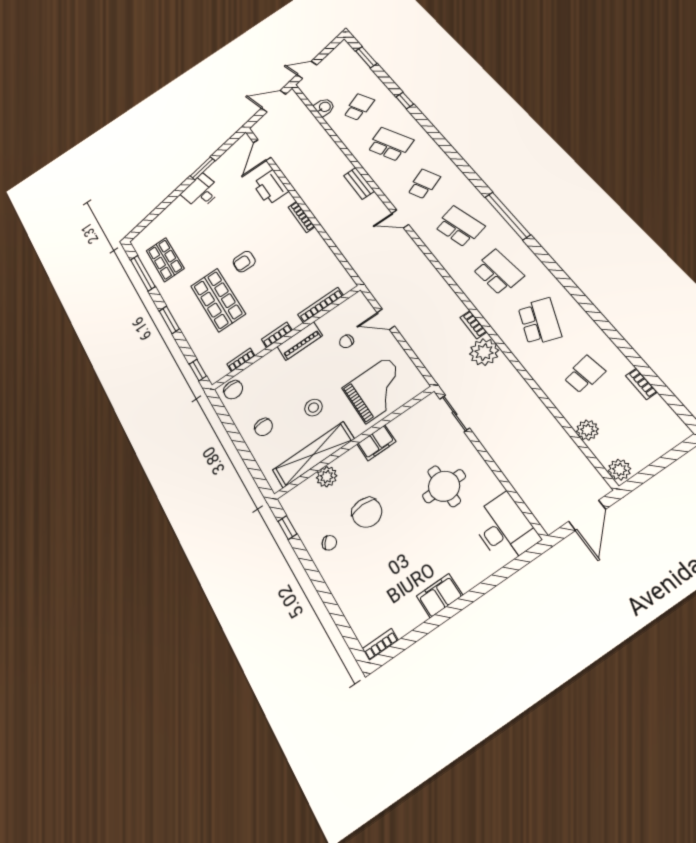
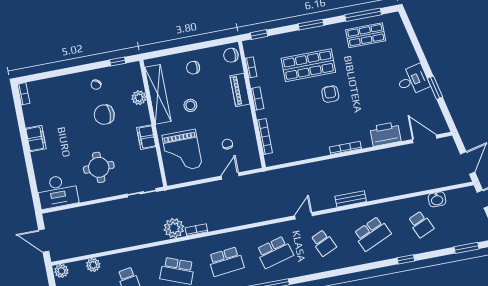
piano: (300, 341) -> (240, 90), moved

